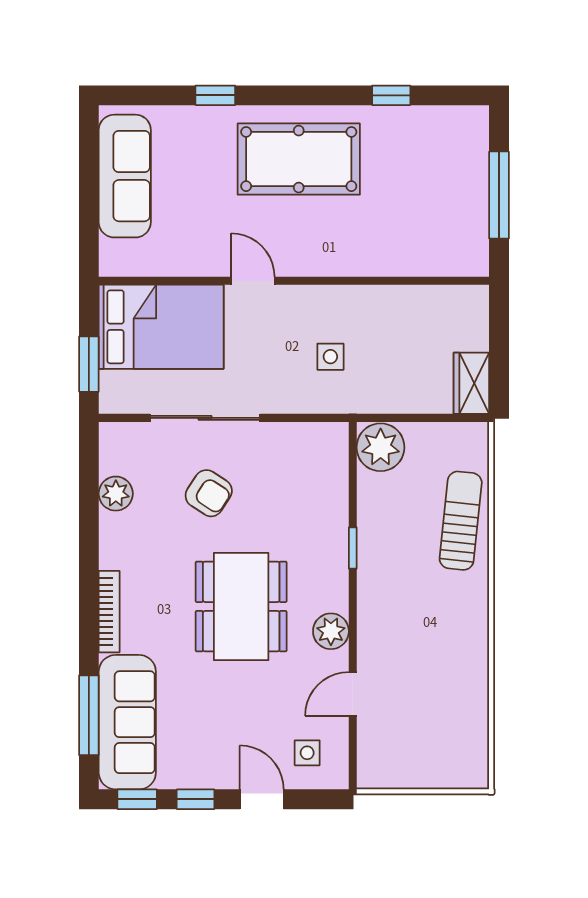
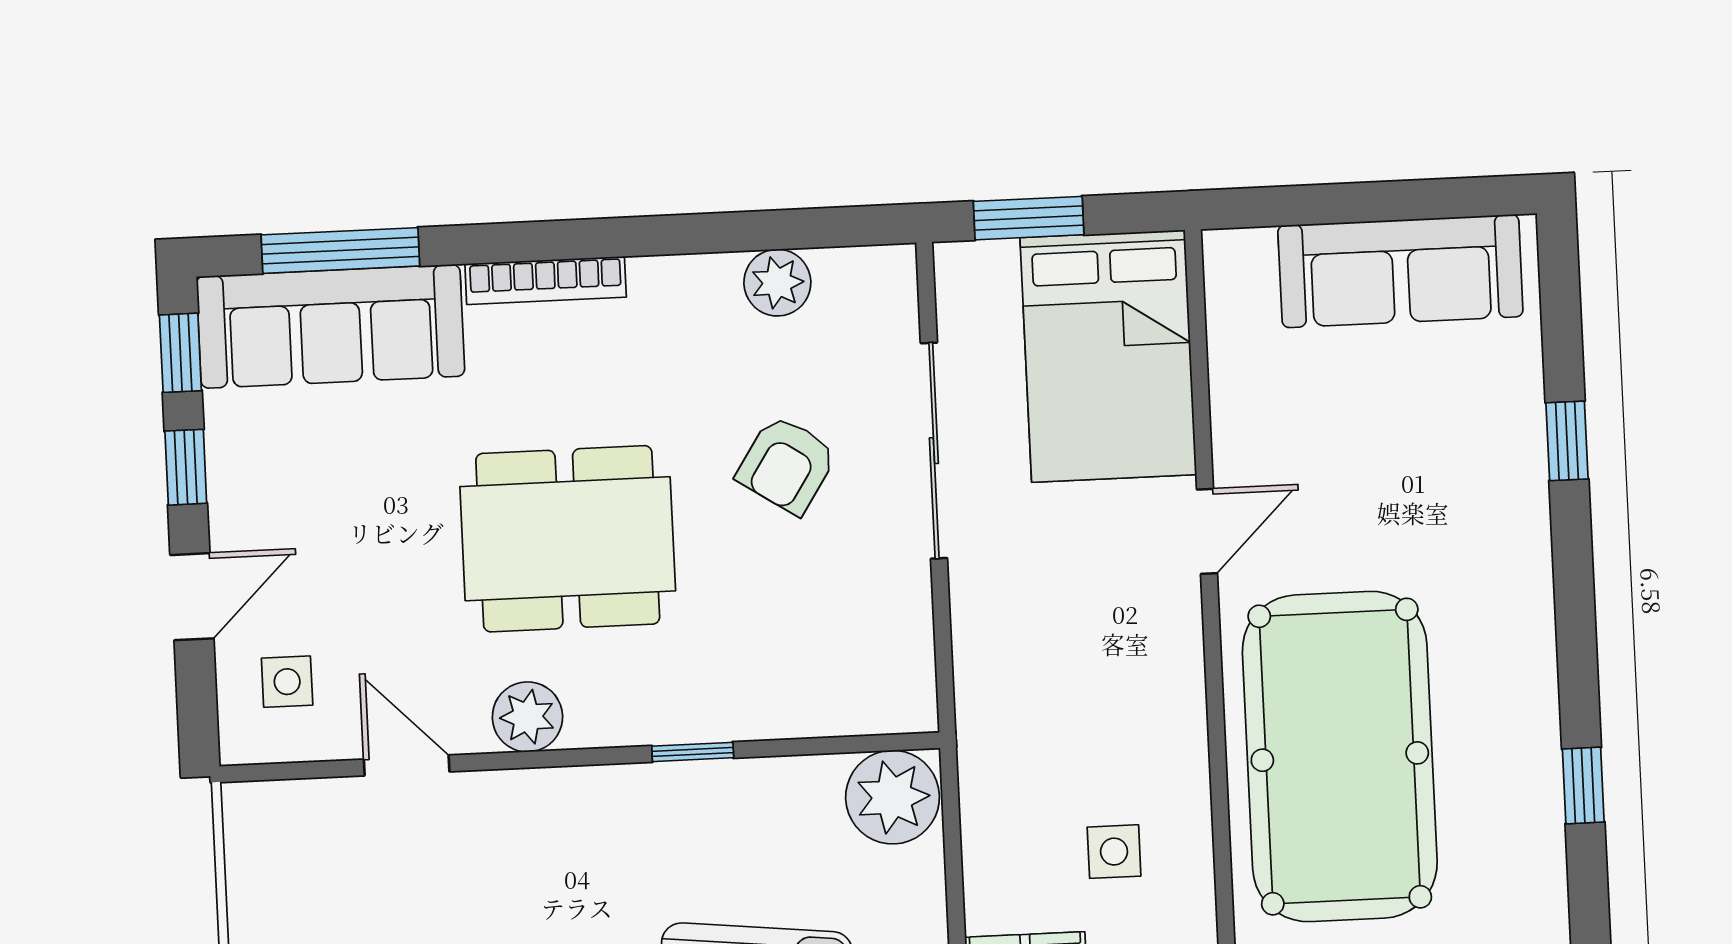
pool table: (299, 159) -> (1340, 757), moved, width x1.36, depth x1.32
side table: (330, 357) -> (1114, 852), moved

